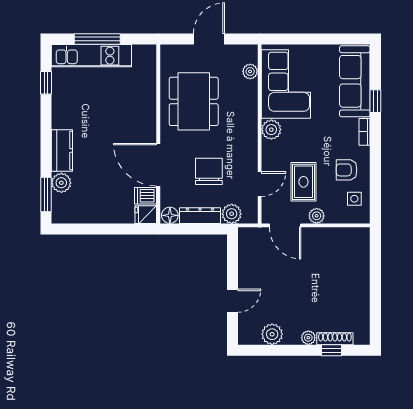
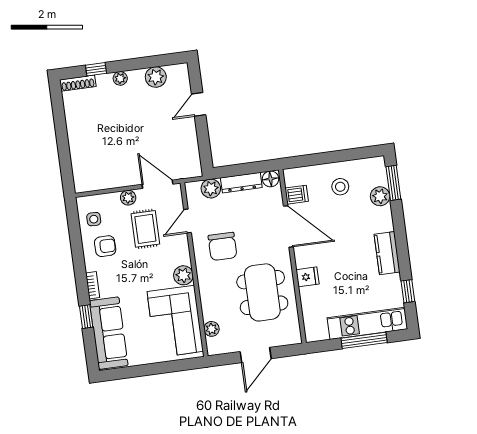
kitchen counter: (62, 151) -> (387, 253), moved
chair: (209, 171) -> (222, 246), moved
stool: (100, 198) -> (340, 187), added
fridge: (146, 215) -> (308, 277), moved
shoe rack: (335, 339) -> (78, 83), moved

